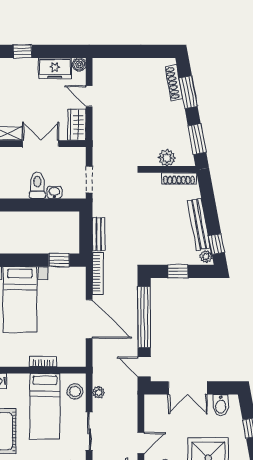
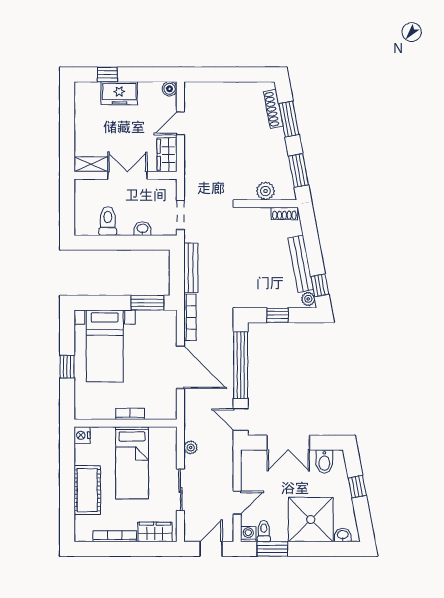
freezer: (55, 68) -> (119, 93), moved
door: (89, 96) -> (180, 123), hinge flipped
shoe rack: (179, 178) -> (284, 214), width x0.70
toilet: (37, 185) -> (108, 221), moved
bench: (99, 234) -> (191, 268), width x1.36
window: (59, 260) -> (147, 303), width x1.50
stool: (75, 392) -> (165, 447), removed

